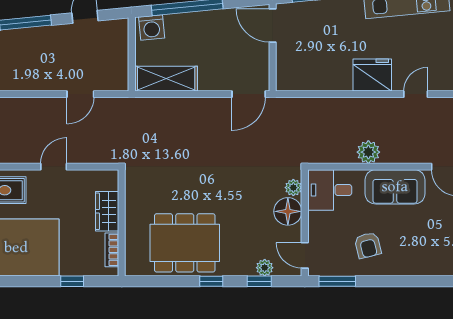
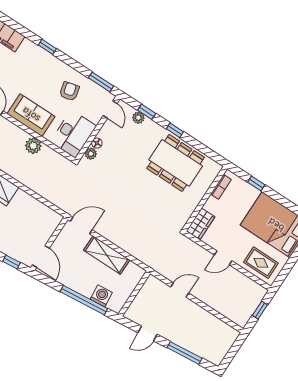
washing machine: (152, 27) -> (101, 296), moved
shelving: (166, 79) -> (107, 255), moved
desk: (330, 190) -> (73, 134), width x1.37
wardrobe: (107, 211) -> (201, 224), moved
floor lamp: (288, 211) -> (97, 143), width x0.53, depth x0.53
window: (429, 281) -> (47, 47), added

